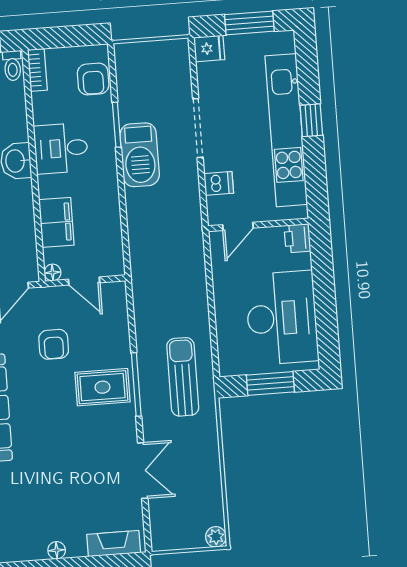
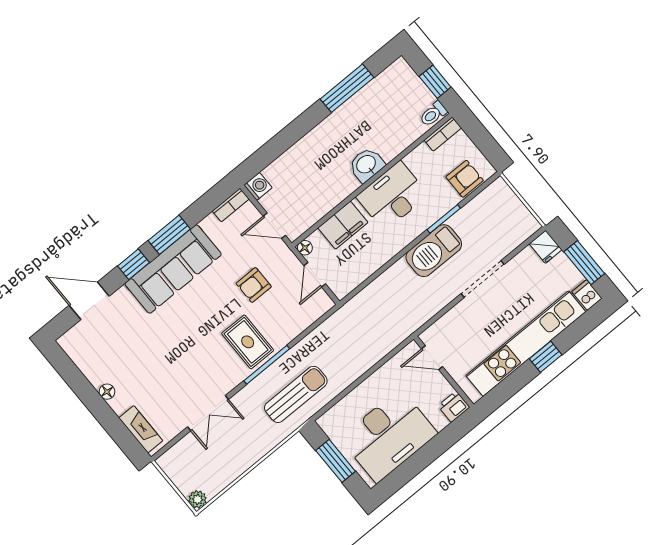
armchair: (93, 79) -> (465, 179), turned 180
desk: (61, 148) -> (392, 196), width x1.37
dishwasher: (219, 183) -> (587, 295), moved, turned 180

